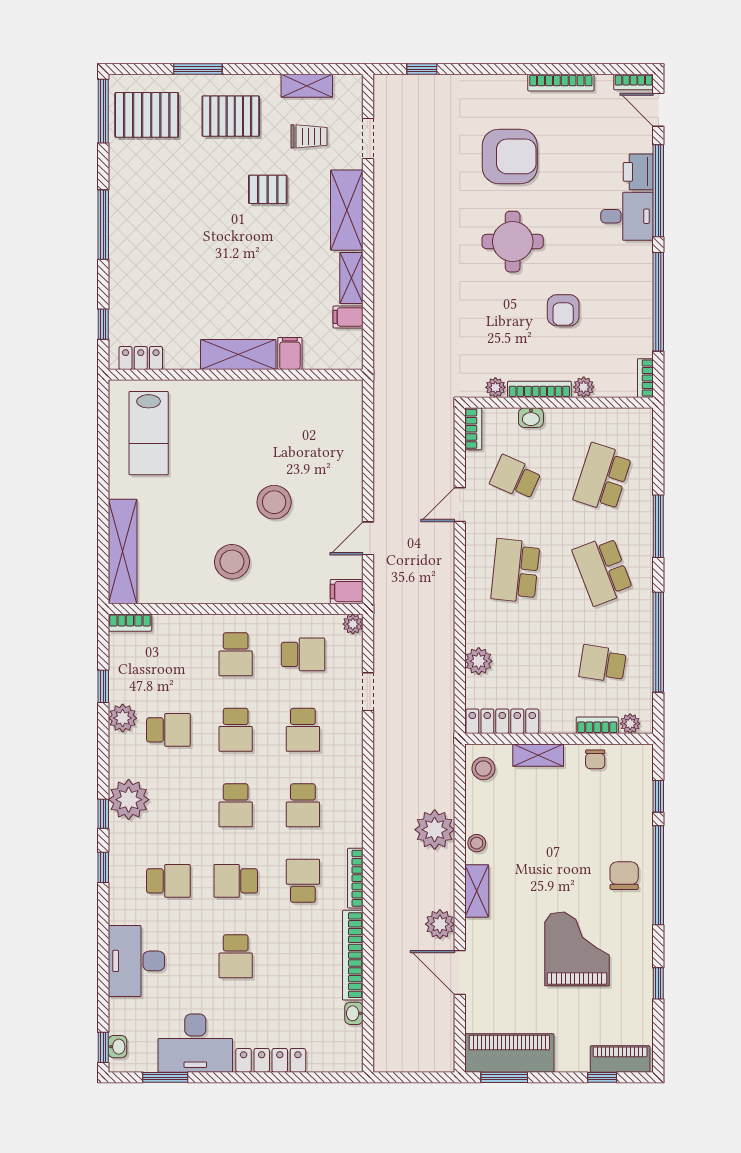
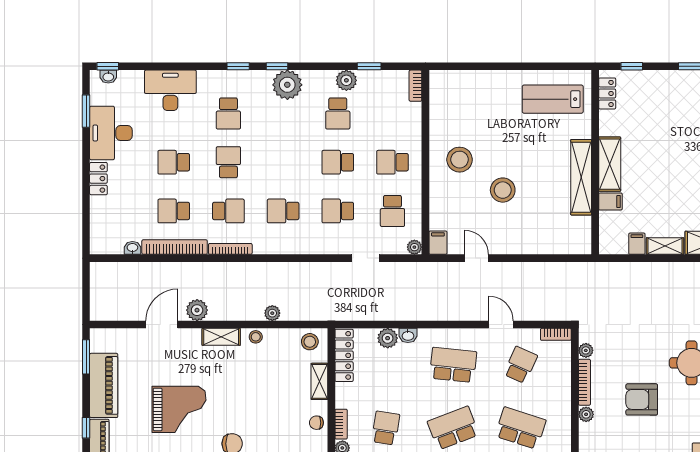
armchair: (563, 310) -> (642, 399), width x1.38, depth x1.38
washbasin: (531, 418) -> (408, 335), moved, turned -90
shelving: (123, 551) -> (581, 177), moved, turned 90
school desk: (236, 805) -> (174, 211), moved
plant: (435, 830) -> (272, 313), width x0.53, depth x0.53
piano: (509, 1053) -> (104, 385), moved
locker: (271, 1060) -> (98, 179), width x0.66

